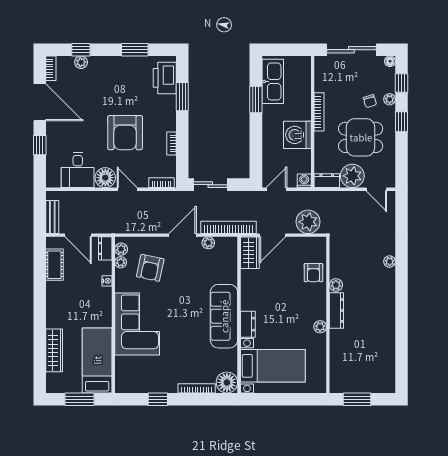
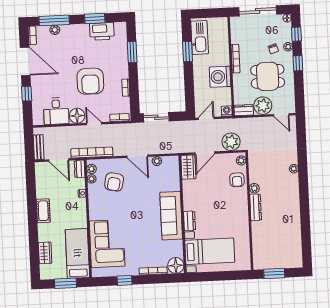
window: (81, 50) -> (54, 20), width x2.17
printer: (165, 78) -> (102, 31), moved, turned -90
bookcase: (228, 227) -> (92, 153), moved
door: (183, 235) -> (137, 156), swing flipped
cot: (54, 265) -> (43, 211), moved
corner sofa: (137, 324) -> (107, 244), moved
plant: (320, 327) -> (241, 160), moved
wardrobe: (54, 350) -> (45, 253), width x0.67

